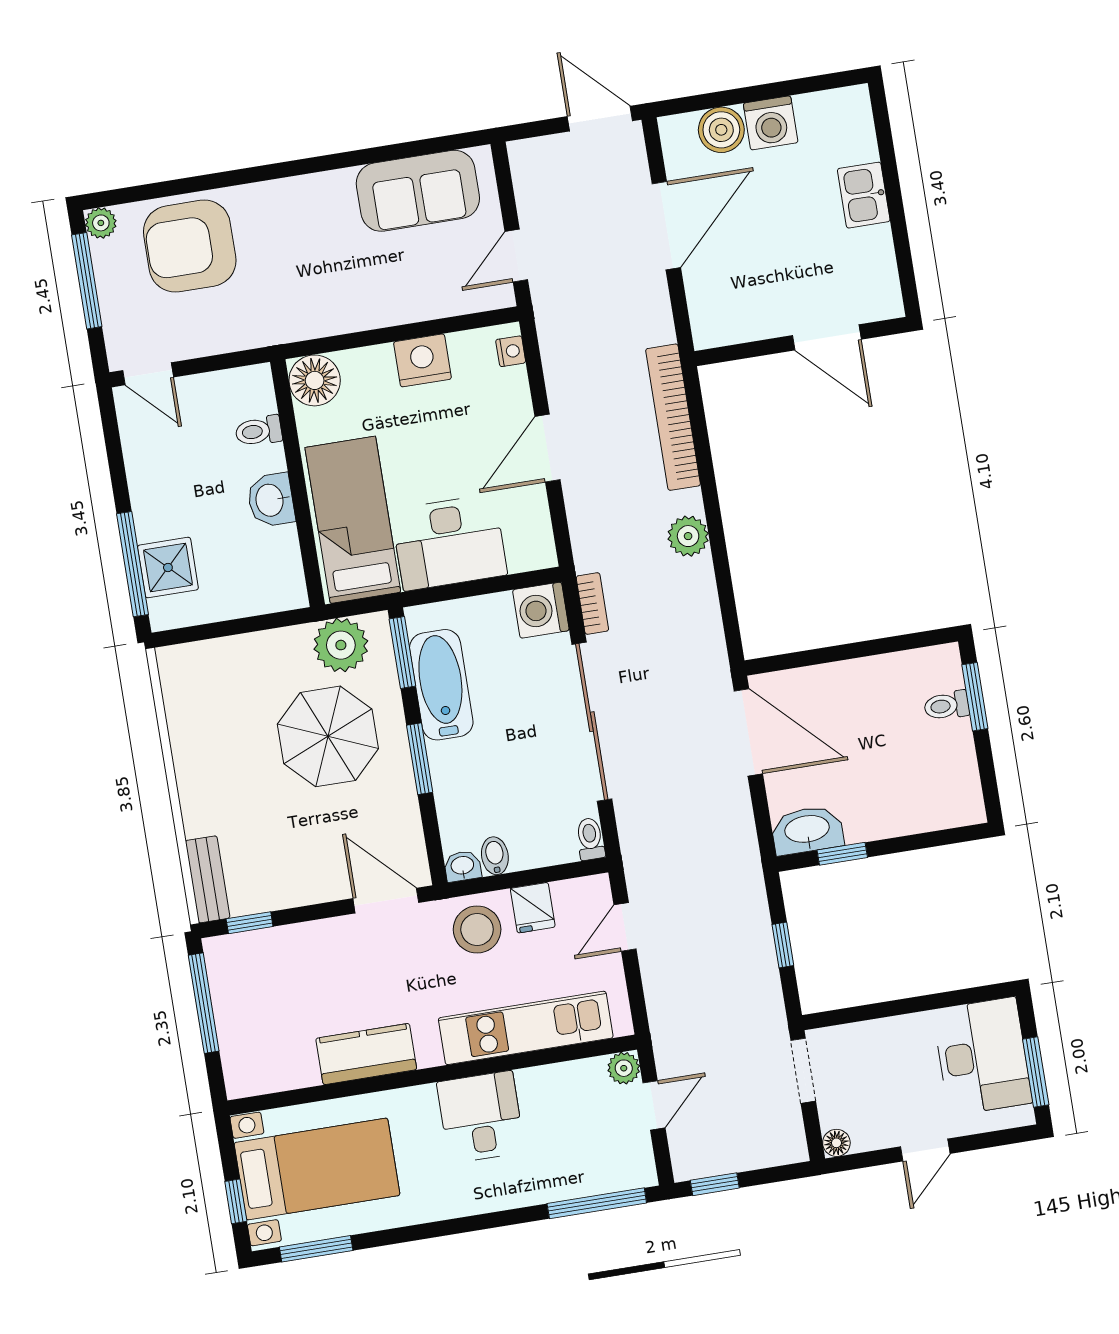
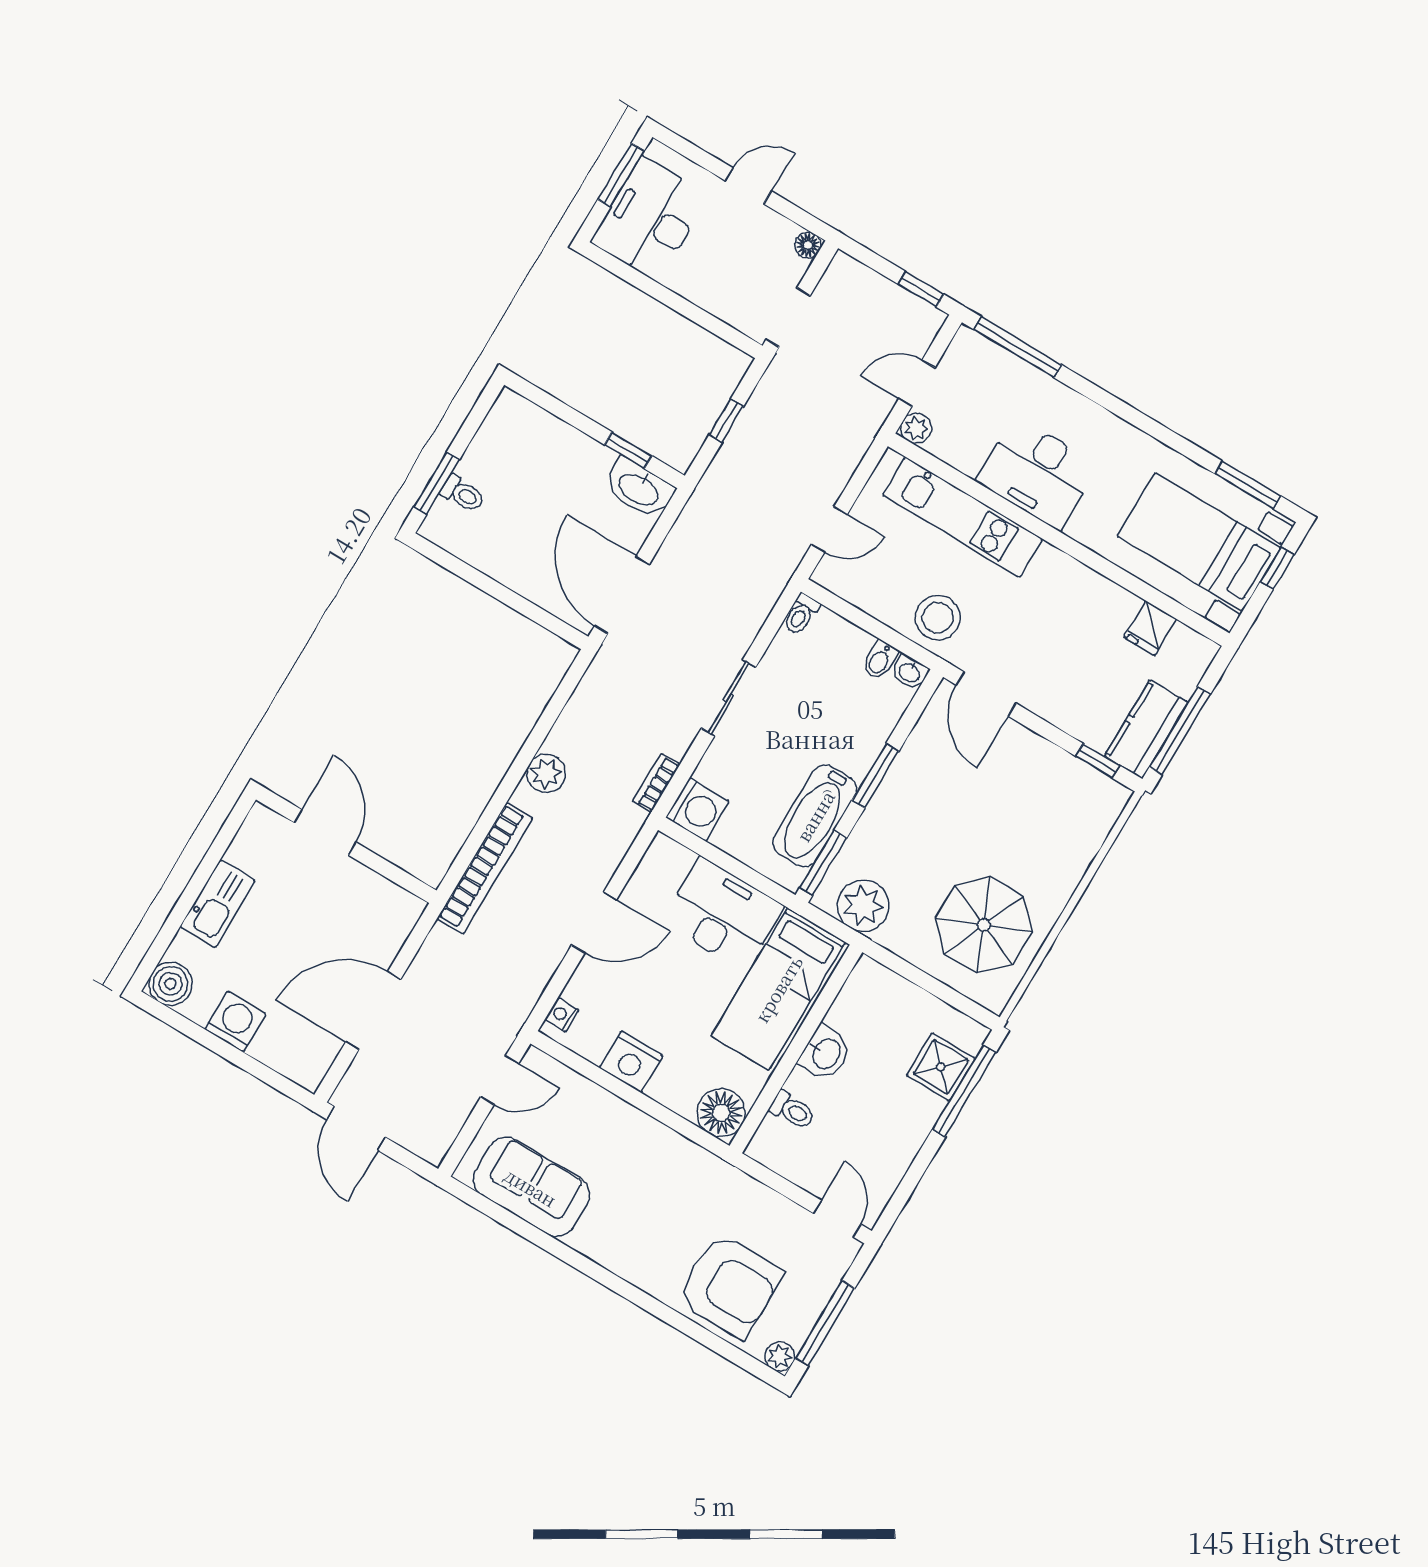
boiler: (721, 130) -> (170, 984), moved
kitchen sink: (864, 195) -> (218, 904), width x1.38
sliding door: (592, 722) -> (729, 698), width x0.54
parasol: (328, 736) -> (984, 925), moved
bench: (208, 879) -> (1102, 818), removed
fridge: (533, 908) -> (1150, 628), moved, turned 180
kitchen counter: (366, 1054) -> (1146, 729), moved, turned 90
desk: (481, 1117) -> (1037, 473), width x1.37

